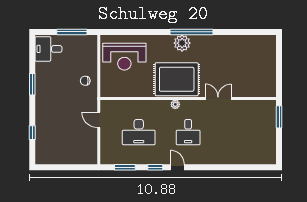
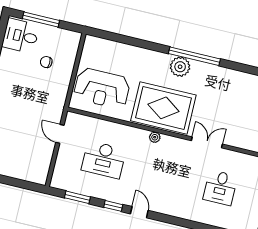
window: (72, 32) -> (41, 19), moved
reception desk: (124, 57) -> (102, 88), moved
chair: (85, 81) -> (46, 62), moved
desk: (188, 132) -> (220, 188), moved

